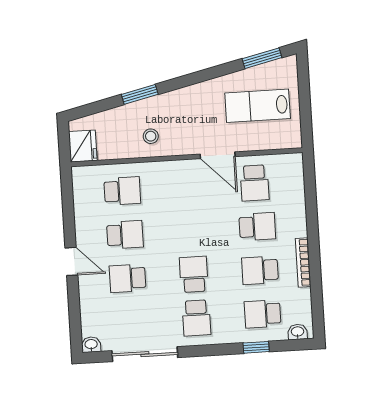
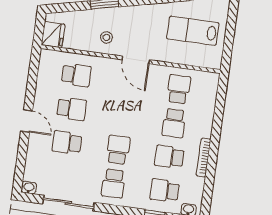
door: (218, 155) -> (136, 60), moved
school desk: (255, 183) -> (179, 89), turned 180
school desk: (257, 227) -> (174, 123), turned 90

